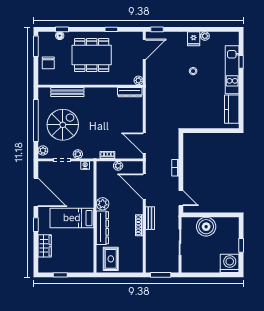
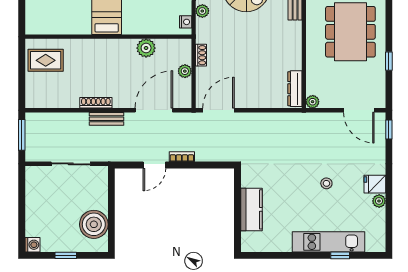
kitchen counter: (232, 109) -> (251, 209), moved, turned 90
door: (181, 198) -> (154, 165), moved
plant: (103, 204) -> (146, 48), moved
boiler: (206, 227) -> (94, 224), moved
dresser: (102, 228) -> (92, 48), removed
washing machine: (230, 263) -> (32, 245), width x0.53, depth x0.53

